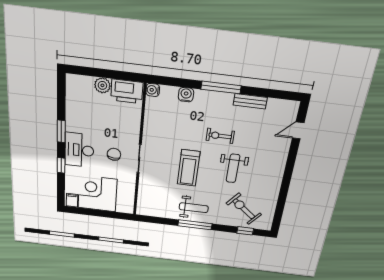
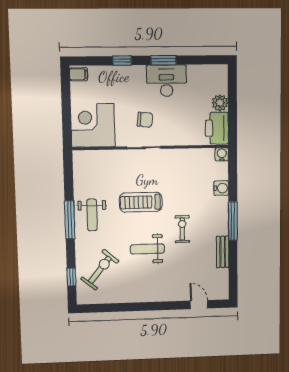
desk: (79, 150) -> (167, 81), moved
corner desk: (97, 194) -> (93, 125), moved, turned -90

